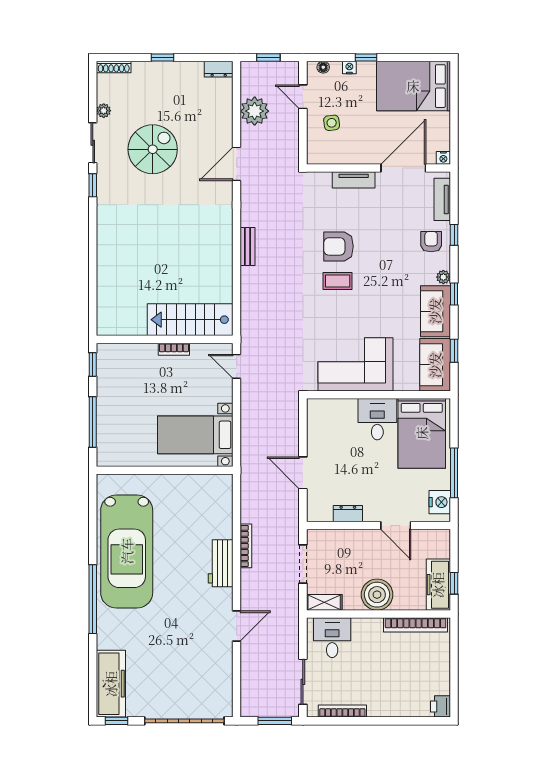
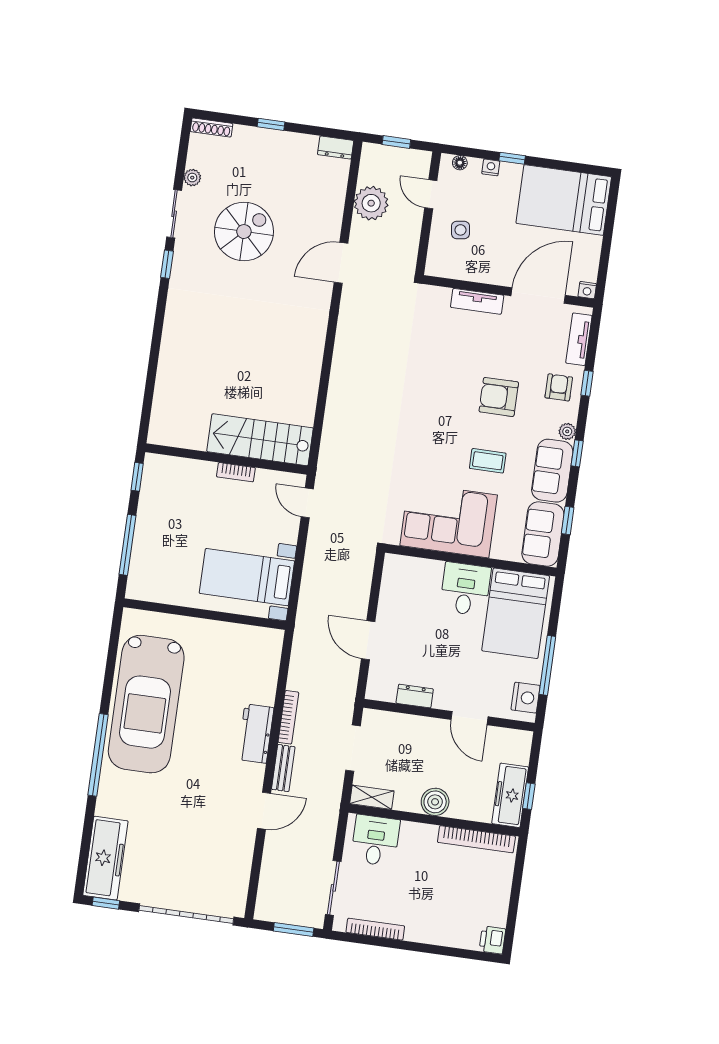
armchair: (338, 246) -> (499, 397), moved
bench: (248, 247) -> (283, 768), moved
coffee table: (338, 281) -> (488, 461), moved
boiler: (377, 595) -> (435, 802), width x0.73, depth x0.73

